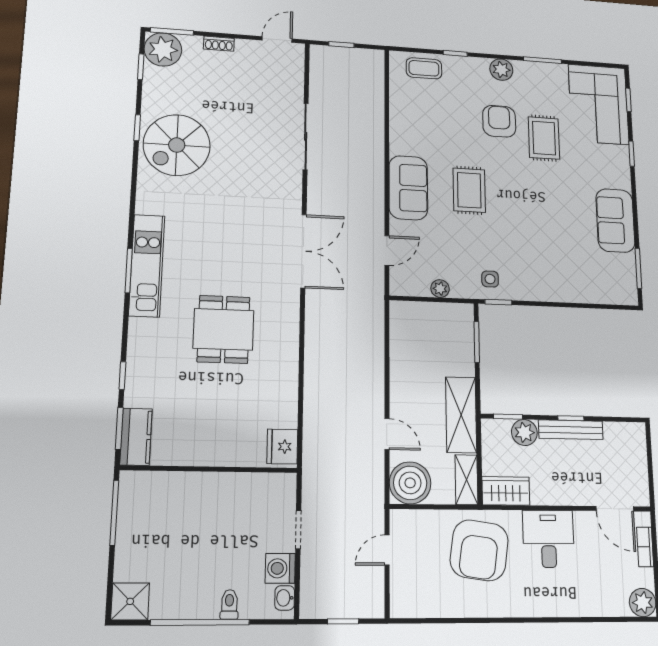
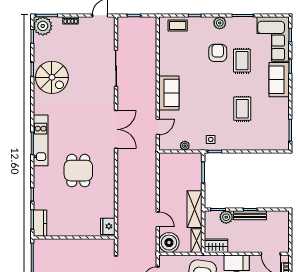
spiral stairs: (177, 145) -> (52, 77), turned -90
rug: (469, 190) -> (242, 109), moved
sofa: (615, 221) -> (279, 80), moved

